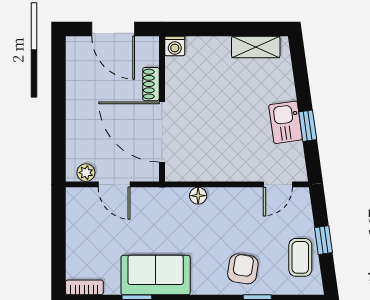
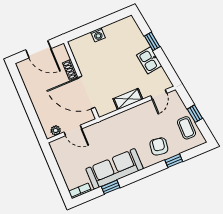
washing machine: (175, 46) -> (98, 35), moved
shelving: (256, 47) -> (128, 99), moved
window: (308, 126) -> (152, 41), moved
floor lamp: (198, 196) -> (119, 118), removed
sofa: (156, 275) -> (115, 169), width x1.36

